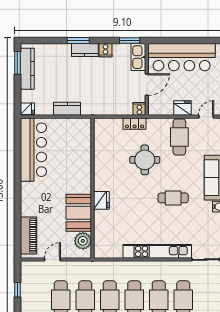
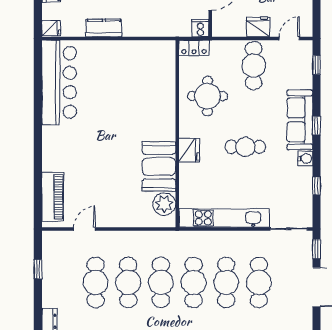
wall: (92, 188) -> (177, 134), moved
fridge: (101, 200) -> (189, 150), moved
booth: (79, 213) -> (159, 167), moved
plant: (83, 241) -> (164, 204), moved

